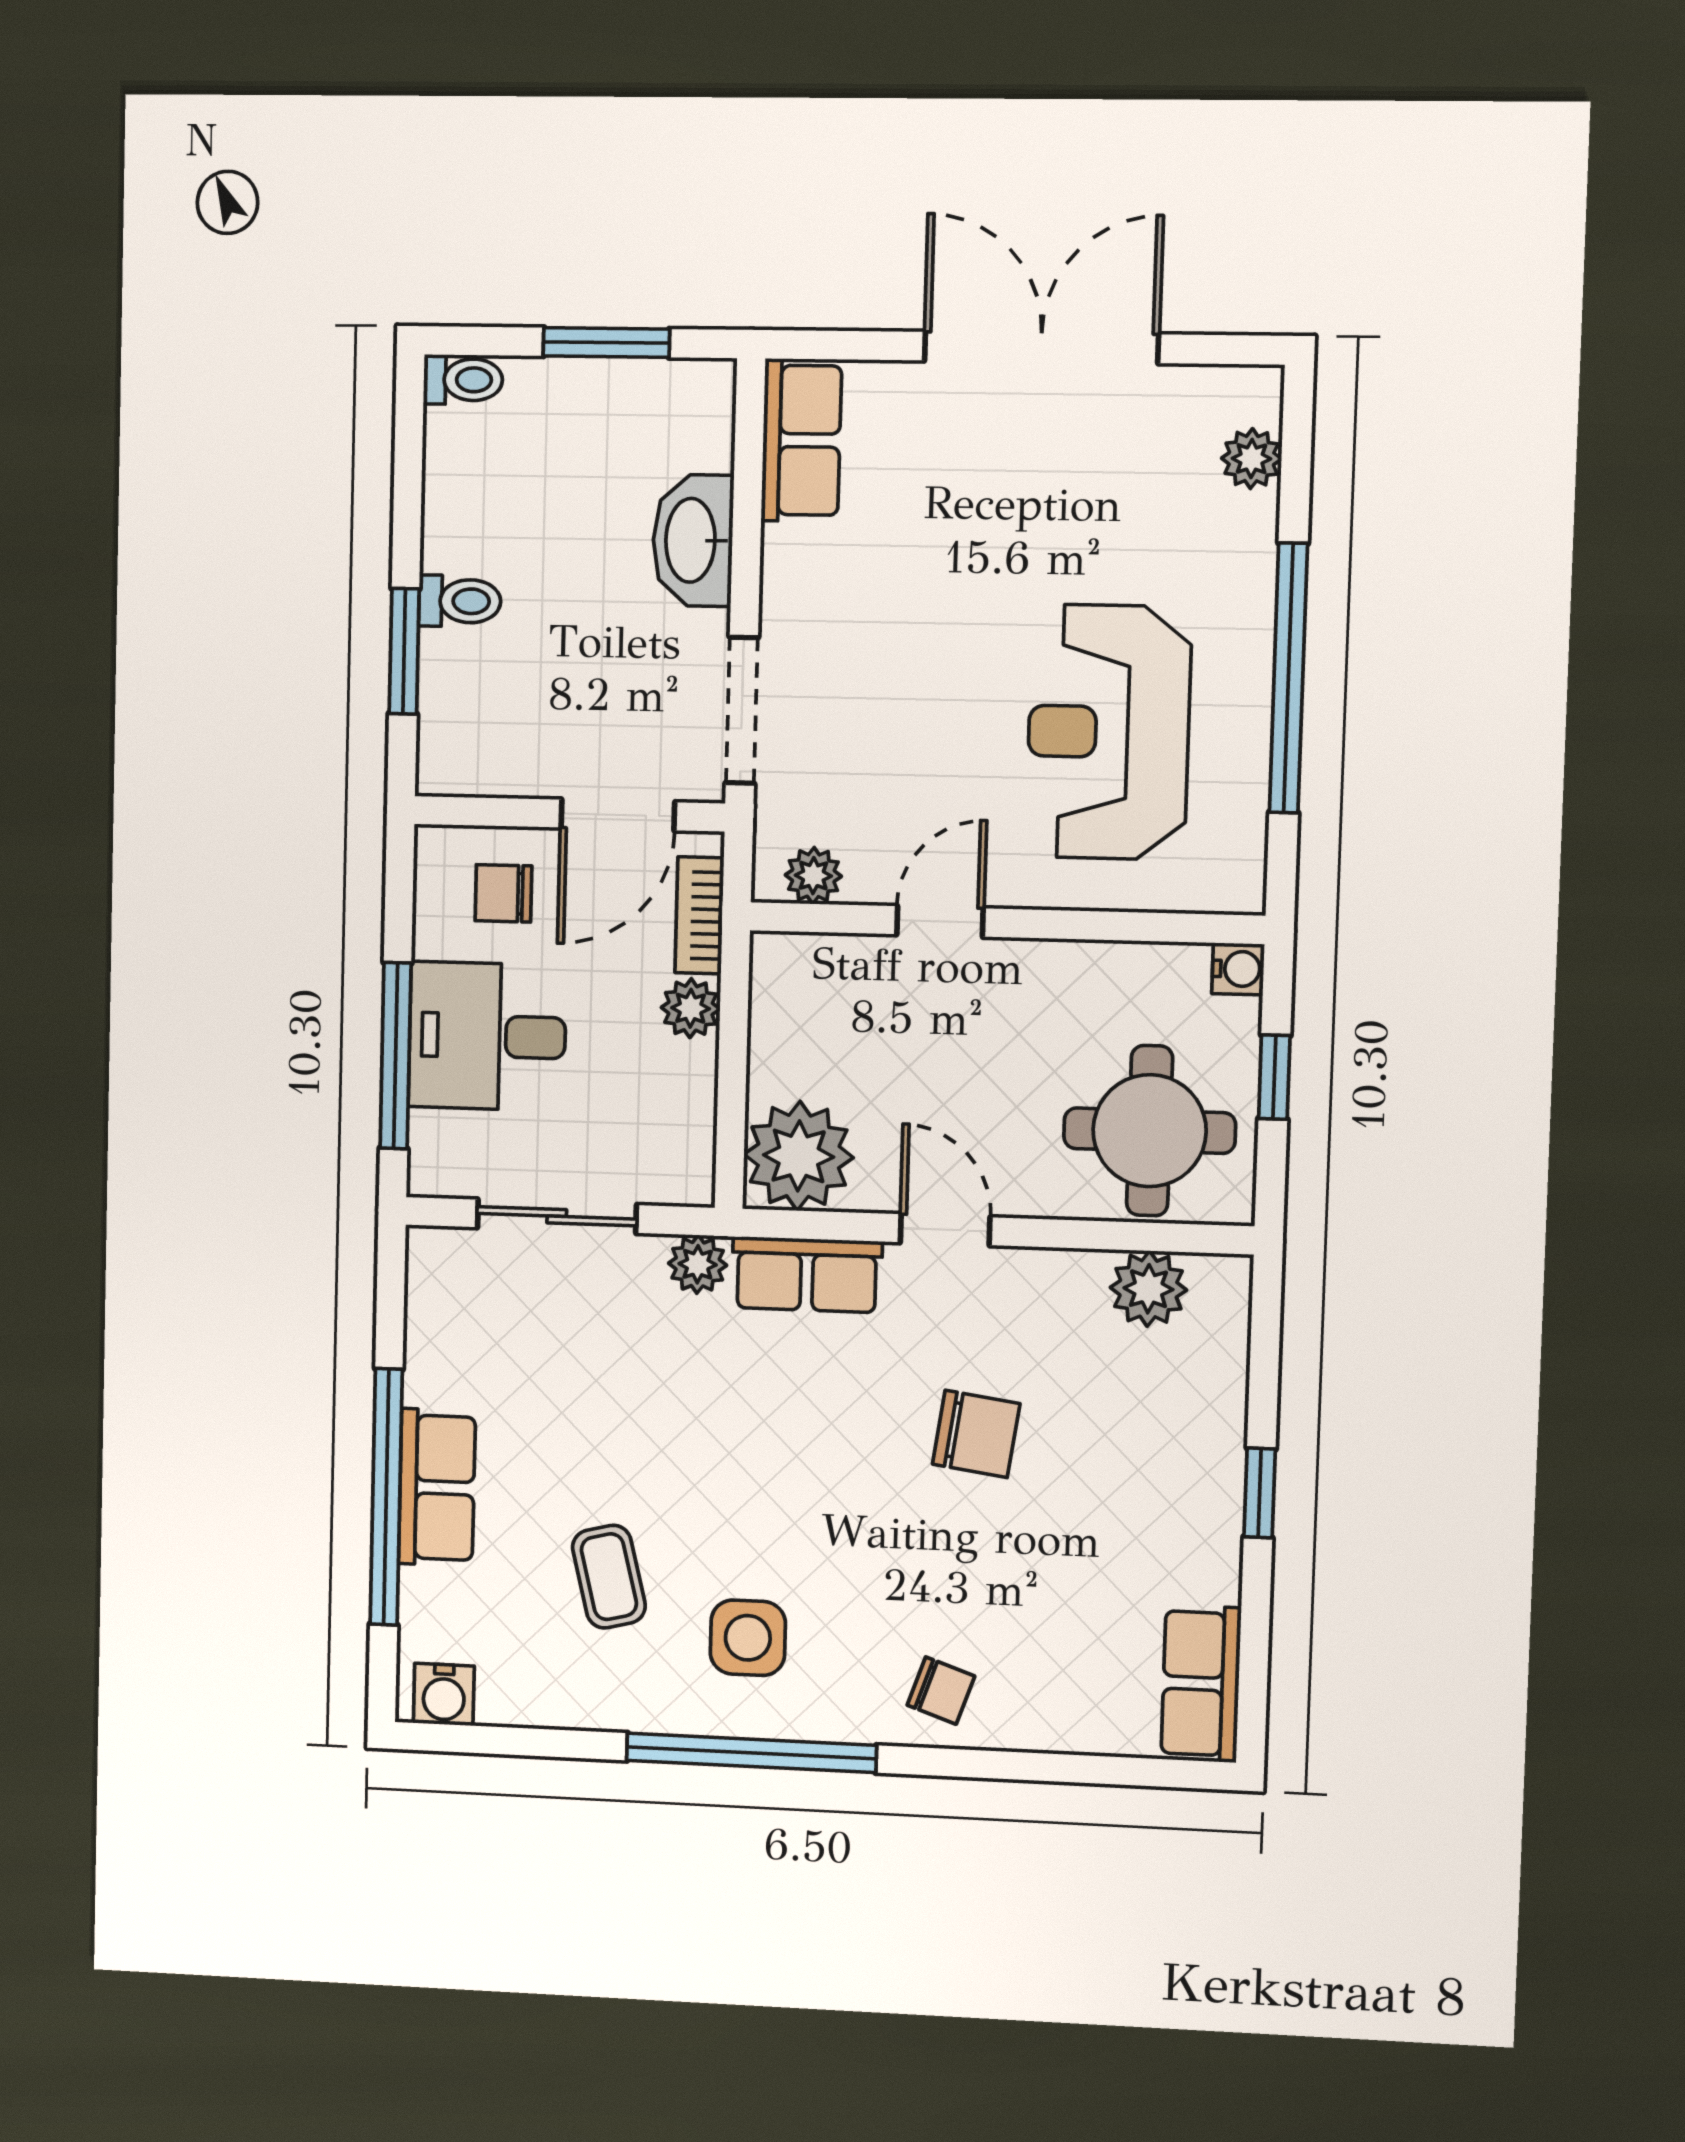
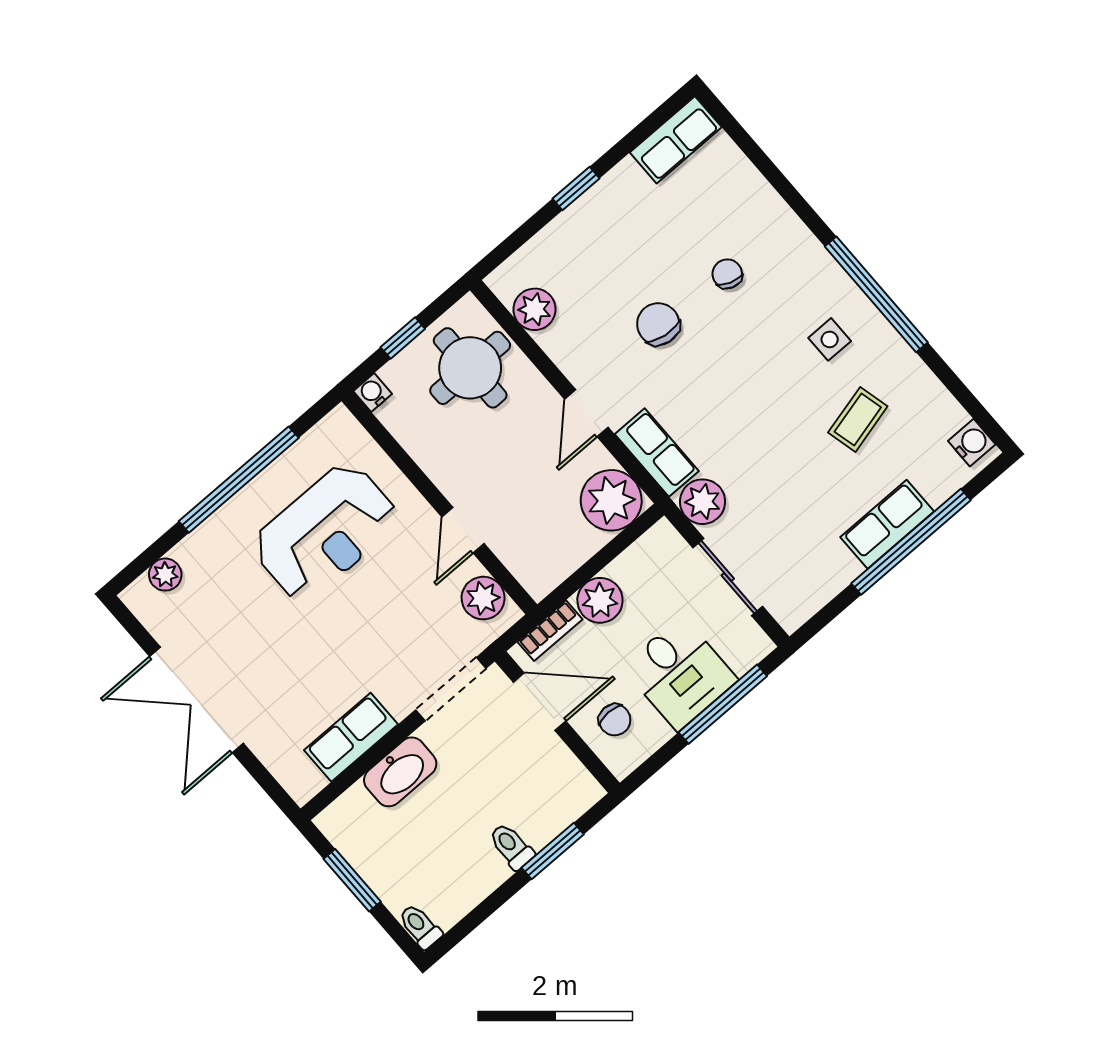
row of seats: (801, 440) -> (351, 737), moved
plant: (813, 876) -> (483, 598), width x1.38, depth x1.38
door: (940, 921) -> (463, 530), hinge flipped
plant: (691, 1008) -> (600, 600), width x1.38, depth x1.38
plant: (698, 1264) -> (703, 502), width x1.38, depth x1.38
side table: (748, 1638) -> (830, 339), width x0.73, depth x0.73
chair: (941, 1691) -> (727, 274), moved

